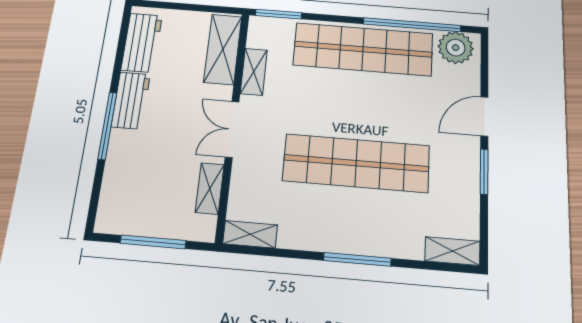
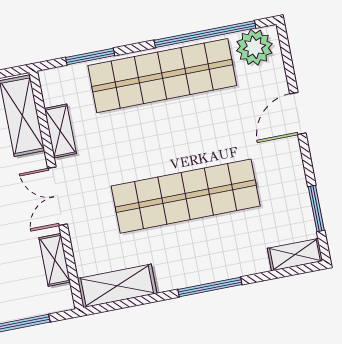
window: (279, 14) -> (90, 57), moved
window: (484, 172) -> (316, 209), moved
shelving: (250, 234) -> (117, 286), width x1.50, depth x1.33

